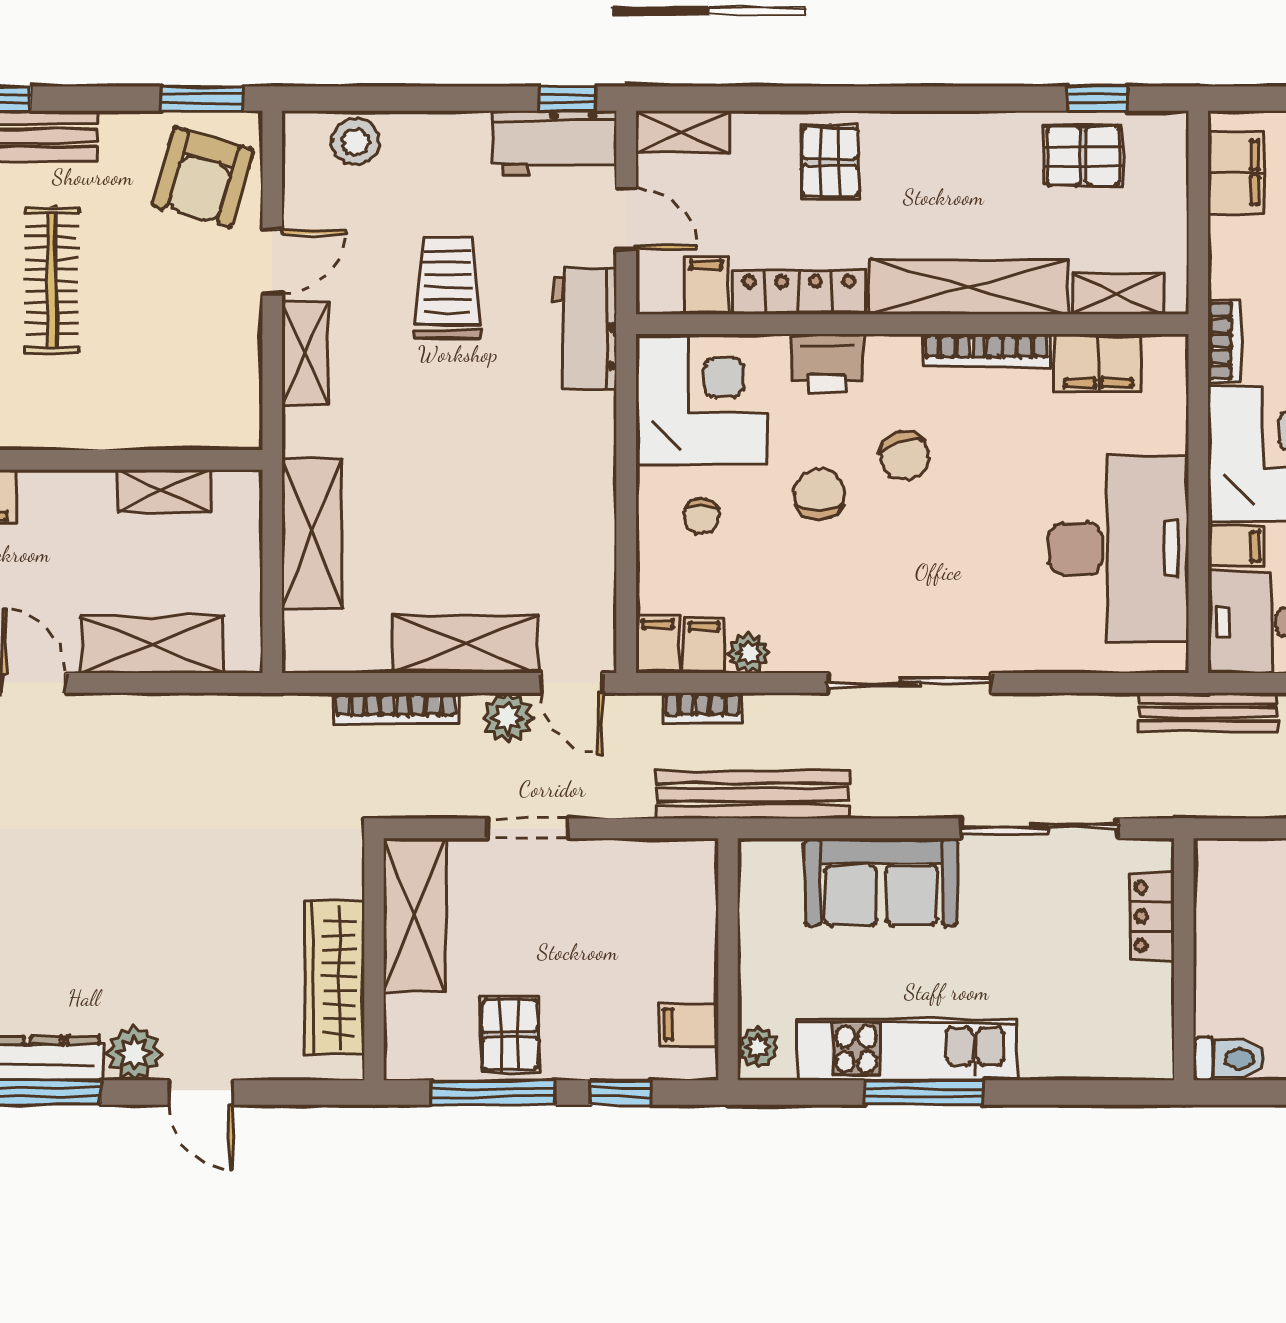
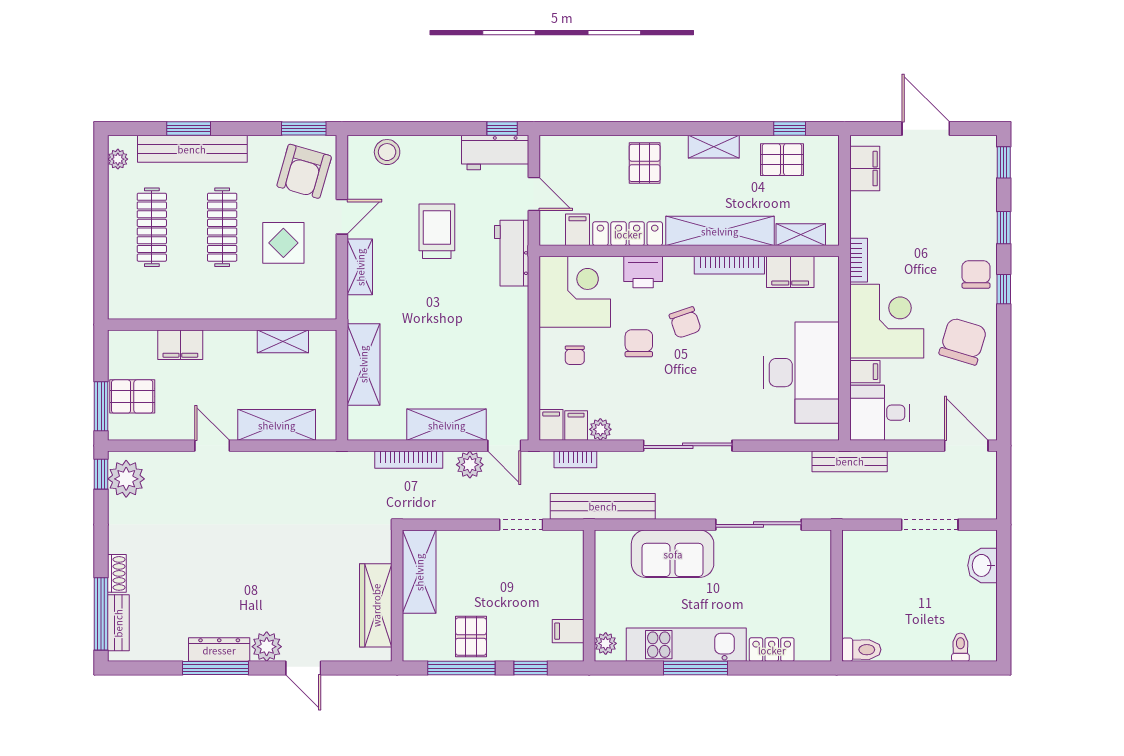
shelving: (683, 132) -> (714, 147), moved
display table: (165, 309) -> (283, 243), added
doorway: (527, 828) -> (521, 525), moved
locker: (1152, 916) -> (772, 650), moved, turned 90

